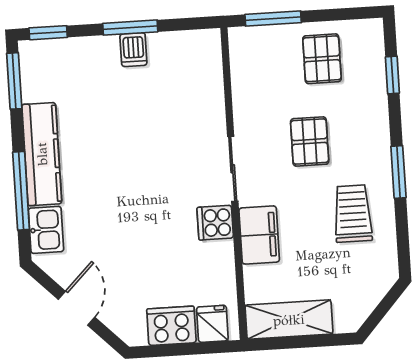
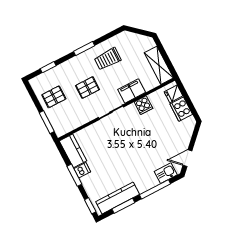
kitchen counter: (185, 48) -> (73, 151), added
window: (14, 81) -> (123, 206), moved
kitchen counter: (42, 154) -> (118, 198), moved
cooker: (215, 223) -> (143, 105), moved
door: (76, 308) -> (187, 158), moved

